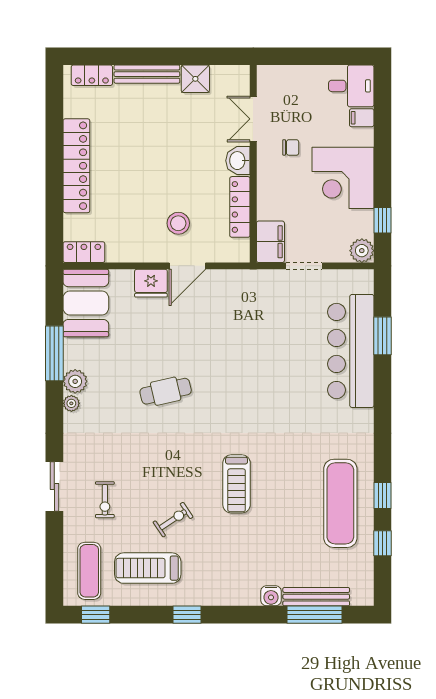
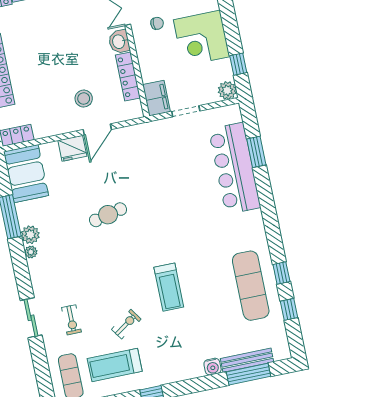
cafe table: (166, 391) -> (108, 215), moved

